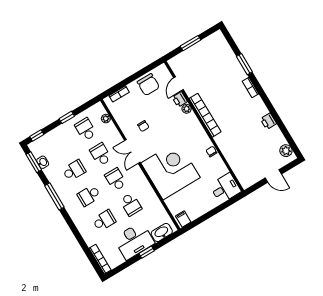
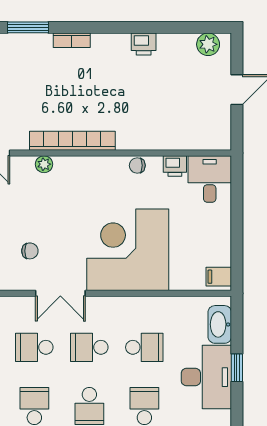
printer: (180, 99) -> (175, 166), moved

